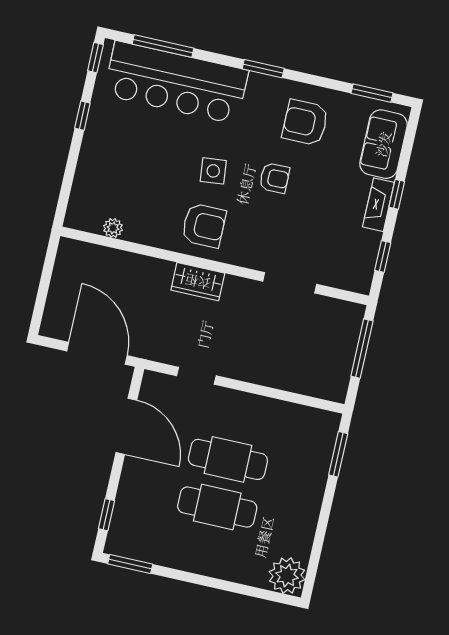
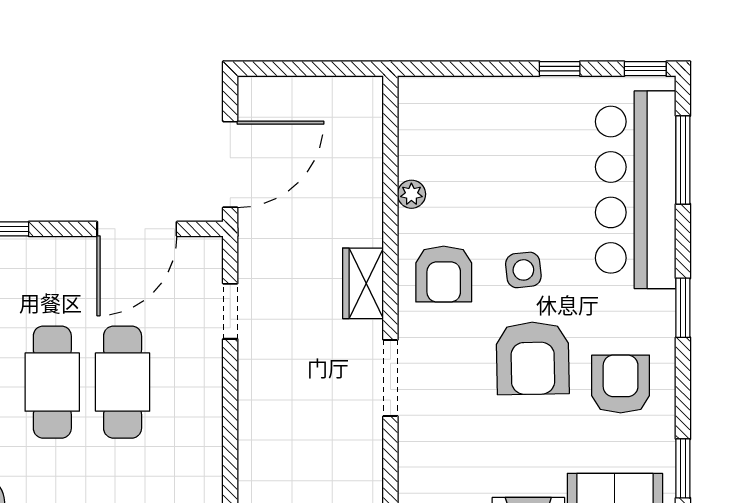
armchair: (274, 178) -> (533, 358), width x1.88, depth x1.88
plant: (113, 228) -> (411, 194), moved
doorway: (290, 283) -> (390, 378), moved

